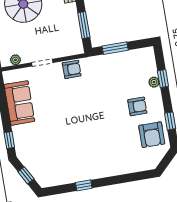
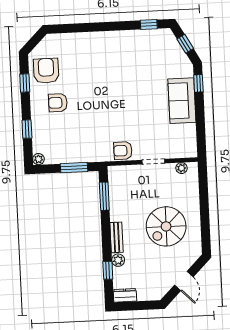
plant: (154, 82) -> (38, 159), moved
sofa: (19, 103) -> (182, 101), moved
window: (84, 185) -> (149, 24), moved

